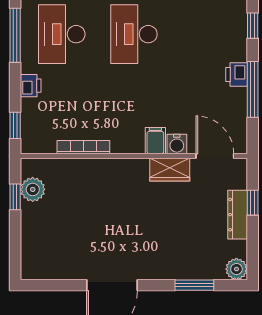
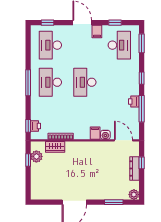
printer: (31, 86) -> (36, 126), moved
wardrobe: (170, 170) -> (55, 147), moved

